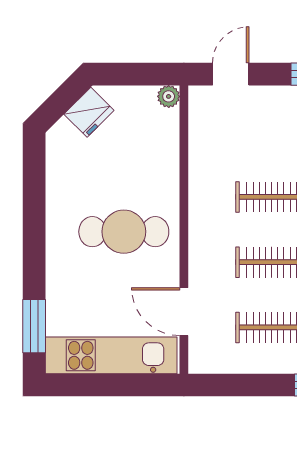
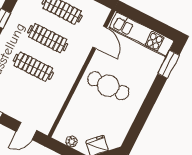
plant: (169, 96) -> (71, 141), moved

